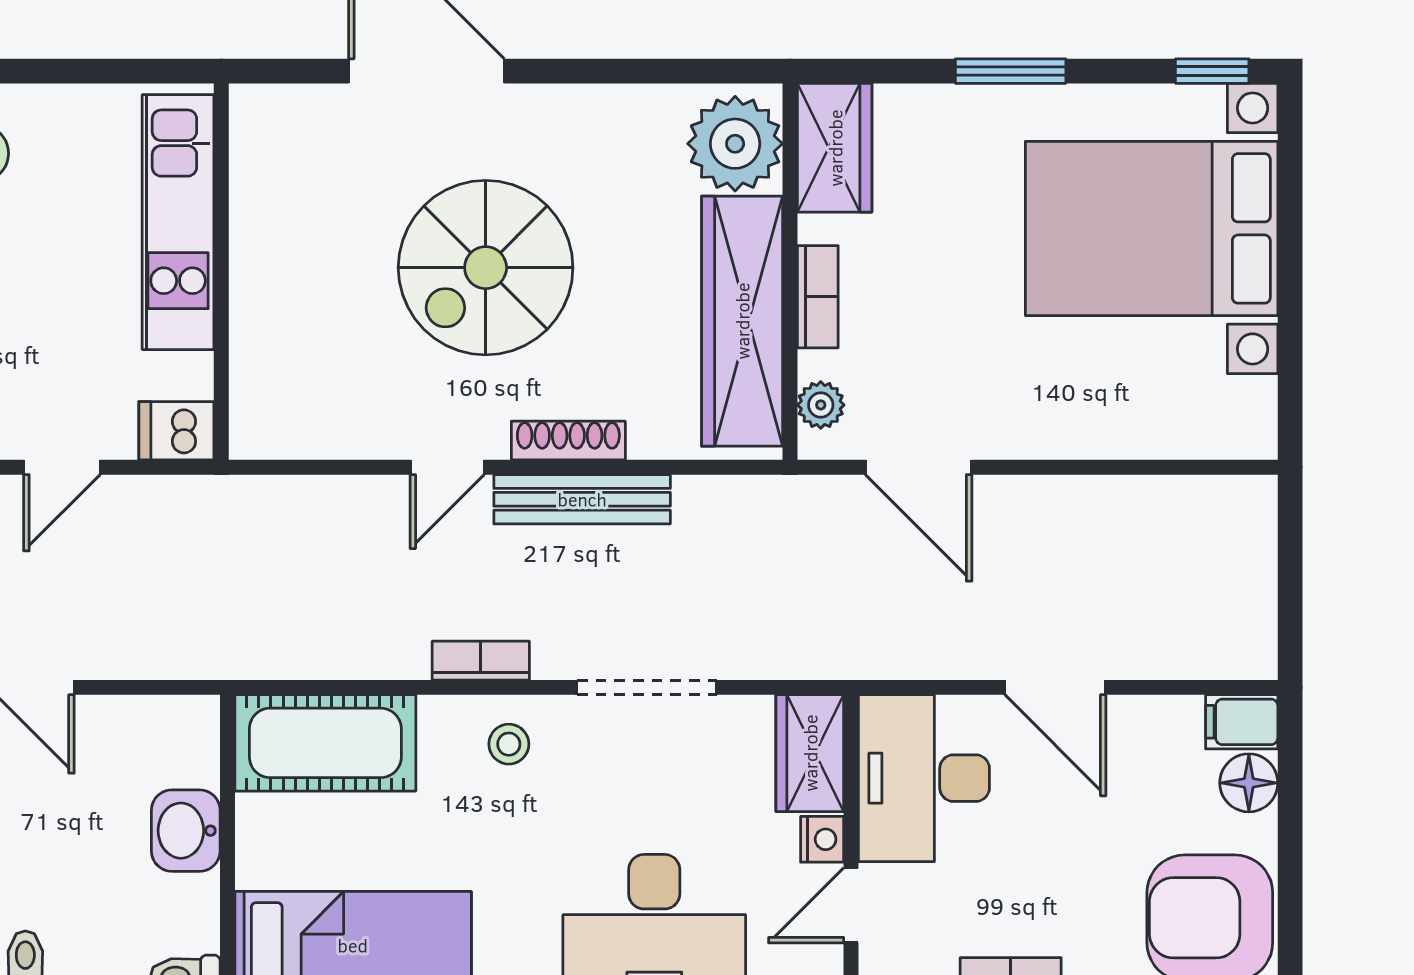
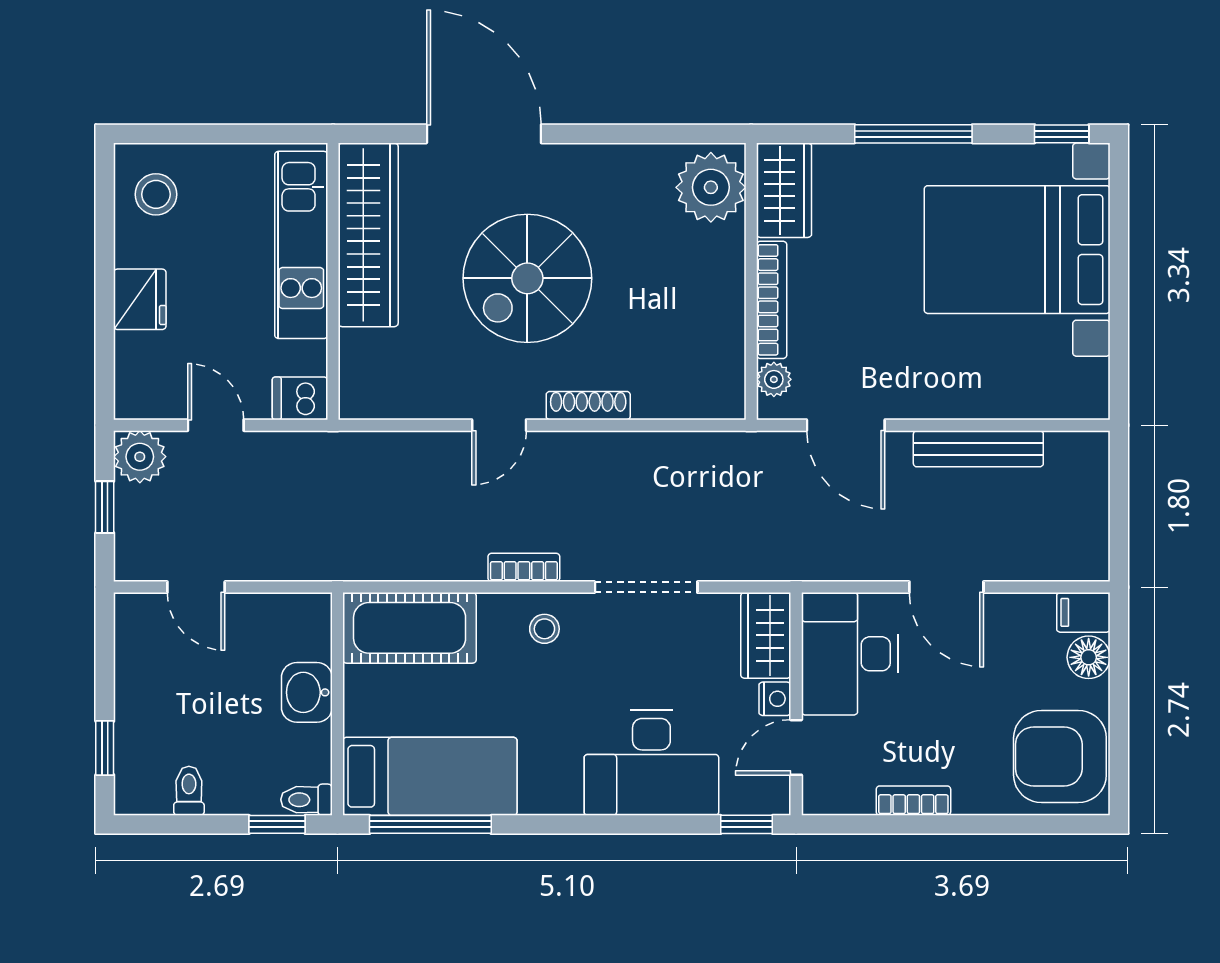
window: (1011, 71) -> (913, 134), width x1.44
bookcase: (818, 297) -> (772, 300), width x1.56
wardrobe: (742, 321) -> (368, 235), moved, turned 180
door: (62, 467) -> (216, 425), swing flipped
bench: (582, 499) -> (978, 449), moved

